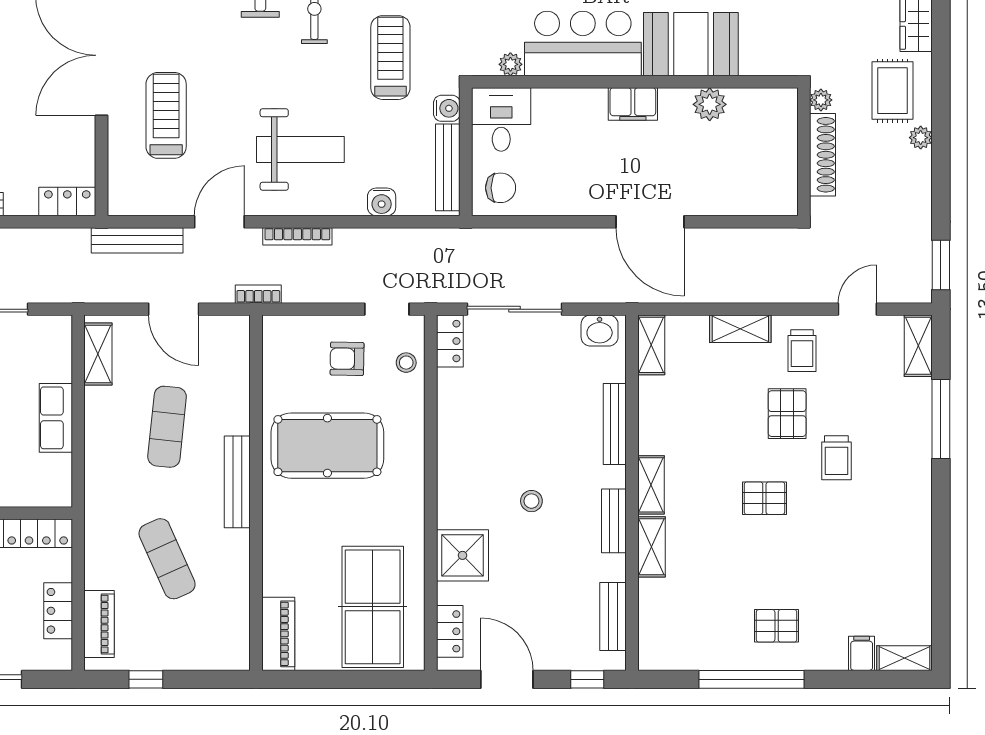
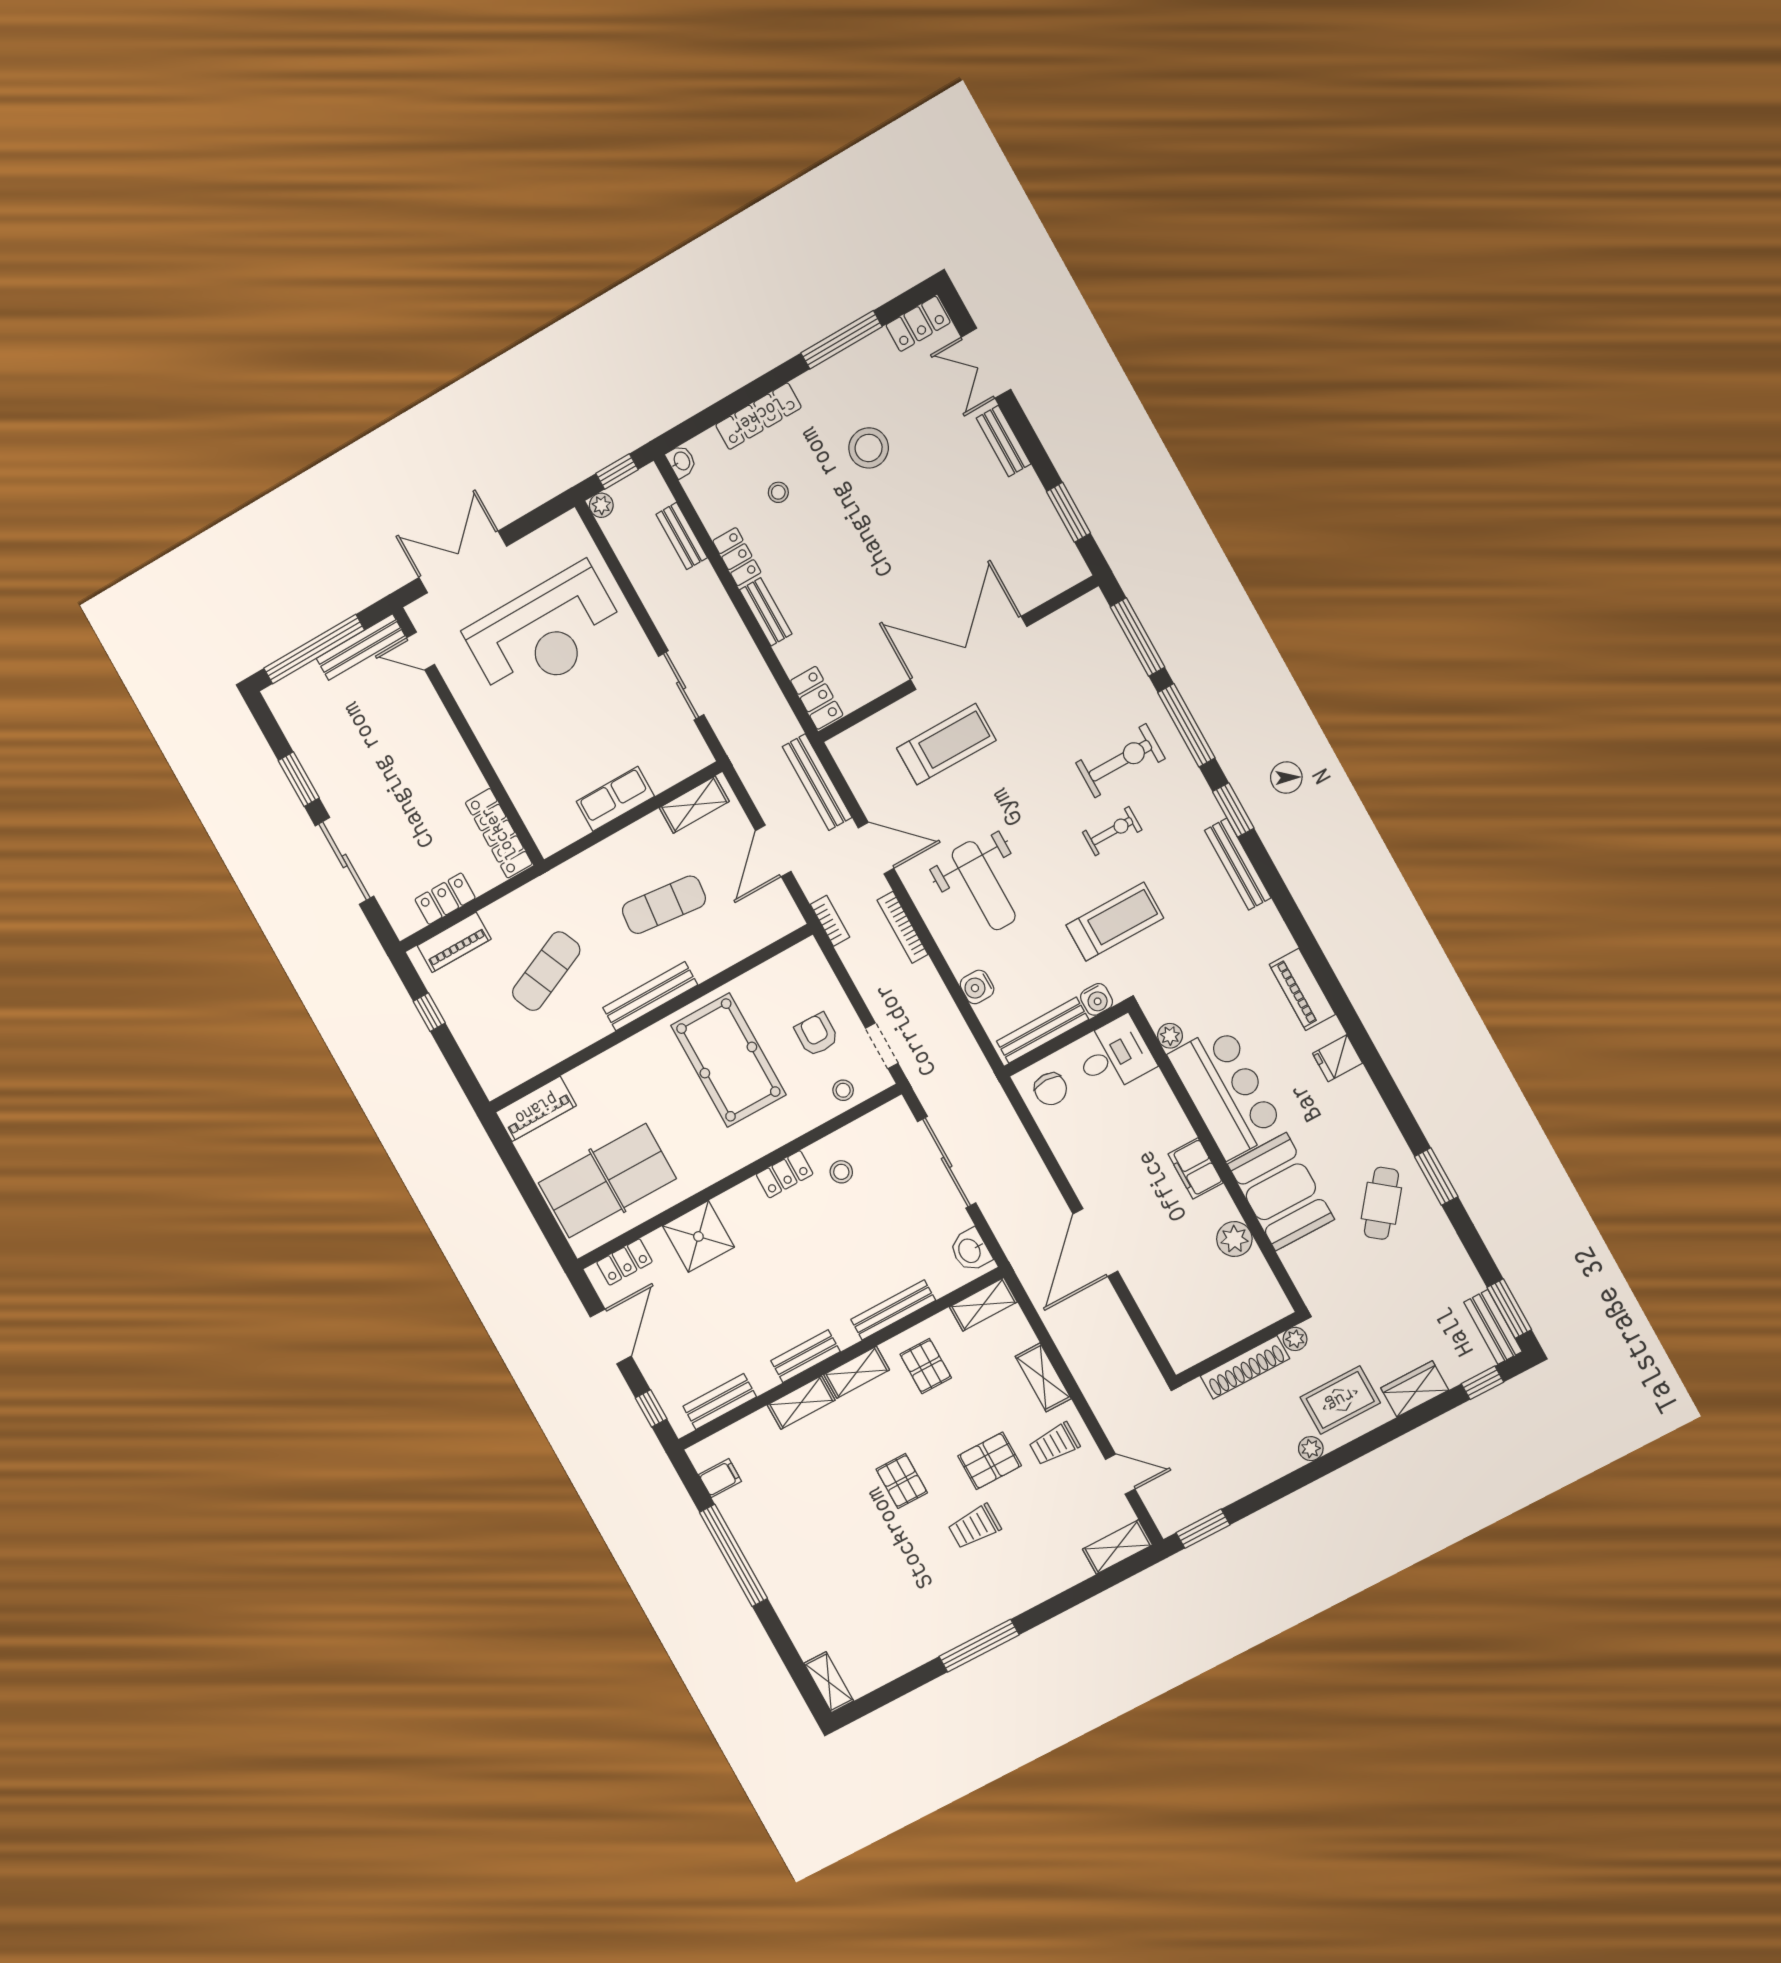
locker: (450, 341) -> (785, 1174), moved
window: (941, 419) -> (979, 1646), moved
stool: (531, 501) -> (841, 1172), moved
pallet: (777, 626) -> (926, 1366), moved
filing cabinet: (862, 653) -> (720, 1478), moved

